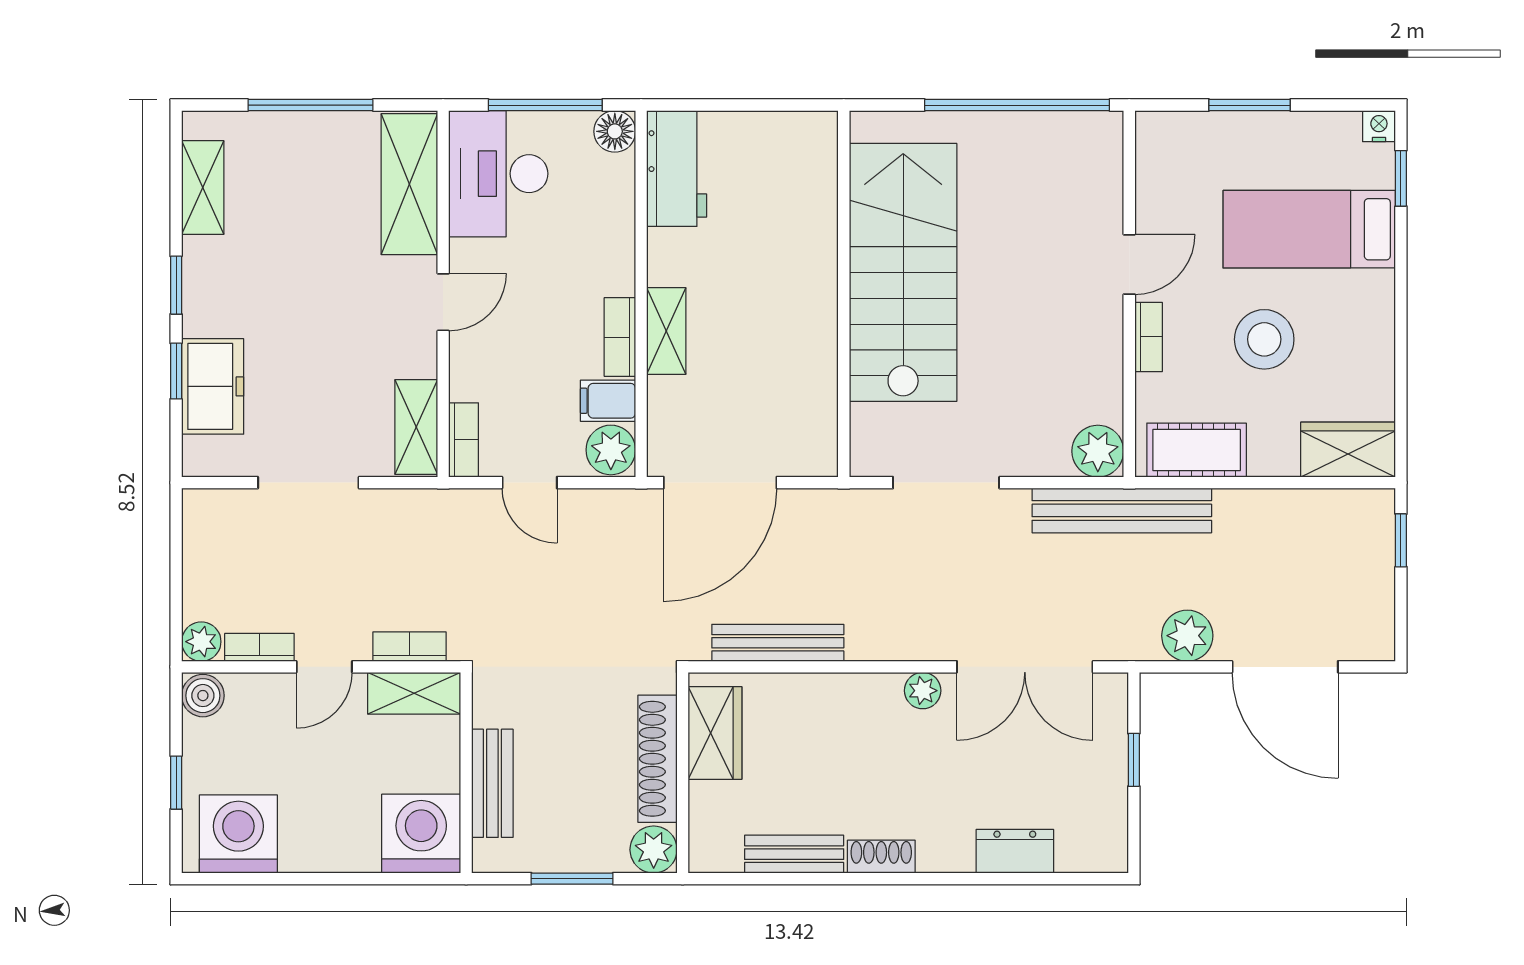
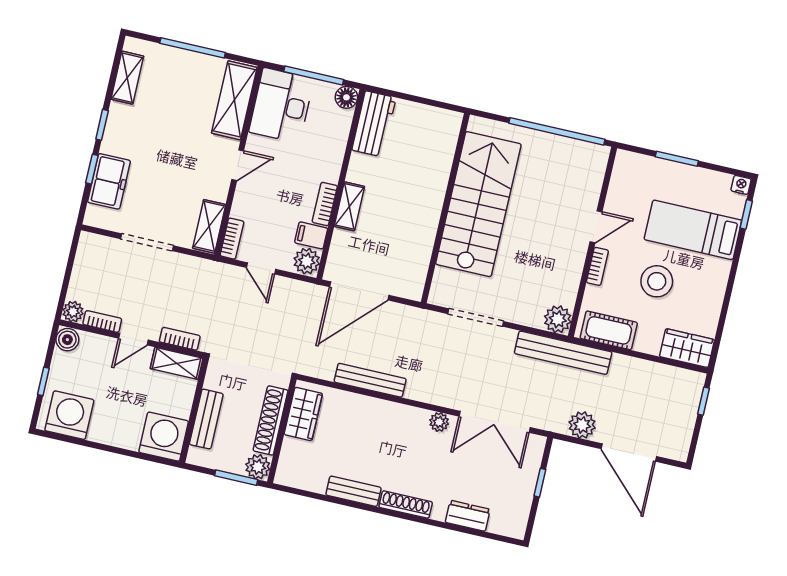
wardrobe: (715, 733) -> (303, 414), moved
shoe rack: (657, 759) -> (271, 420), moved
wall: (683, 773) -> (282, 431), moved
plant: (654, 850) -> (258, 467), moved
shoe rack: (881, 857) -> (406, 505), width x1.43

